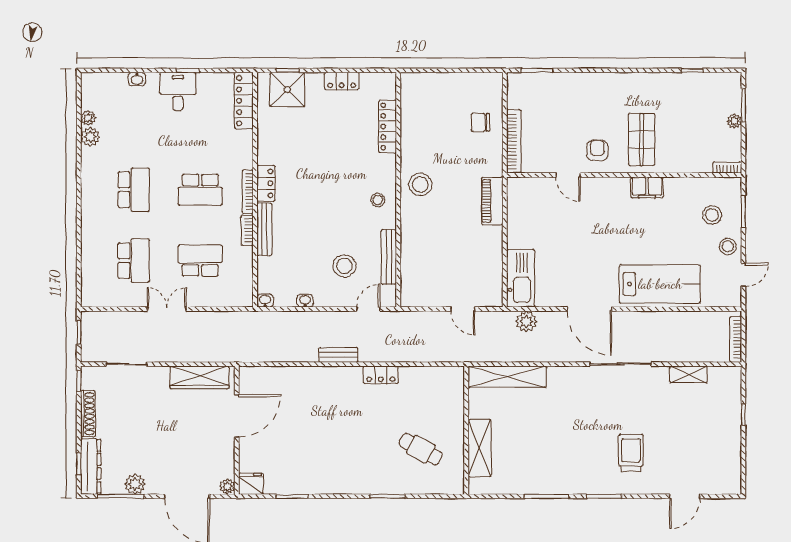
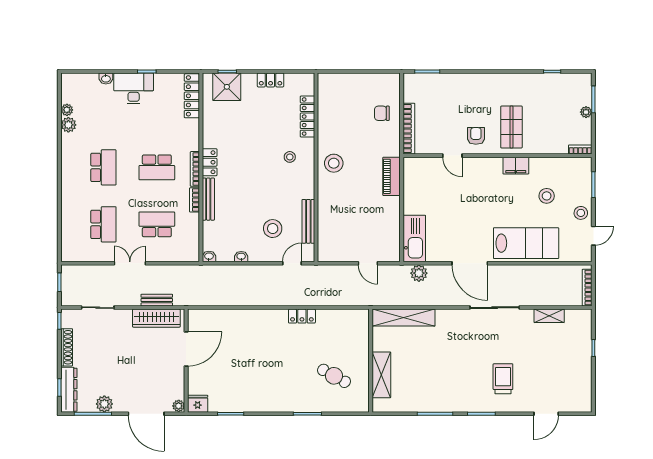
desk: (178, 91) -> (134, 88), width x1.37
stool: (378, 200) -> (290, 157), moved
stool: (712, 215) -> (547, 196), moved
bench: (338, 355) -> (157, 300), moved

